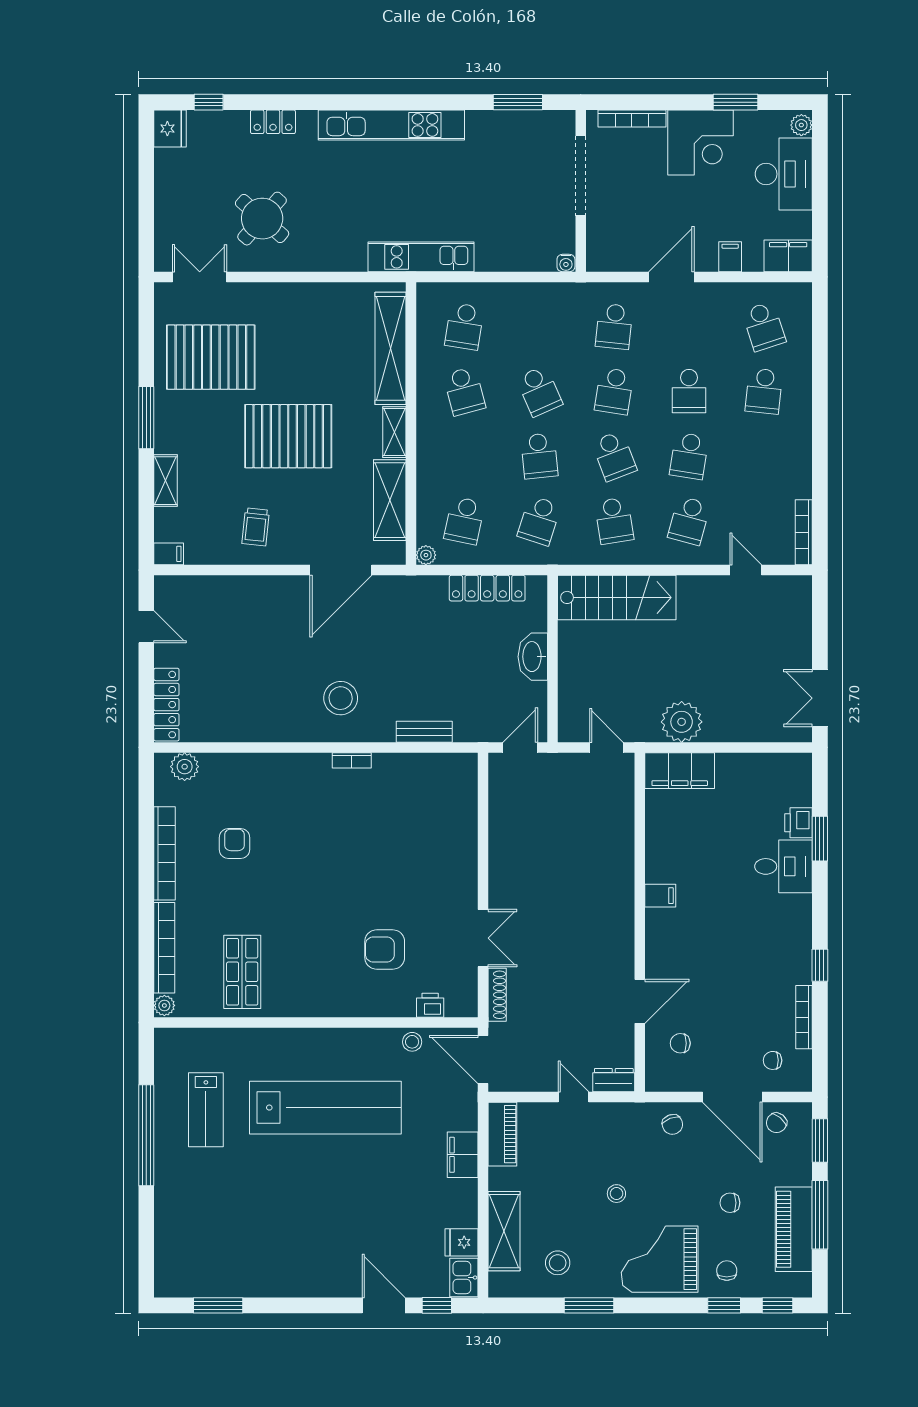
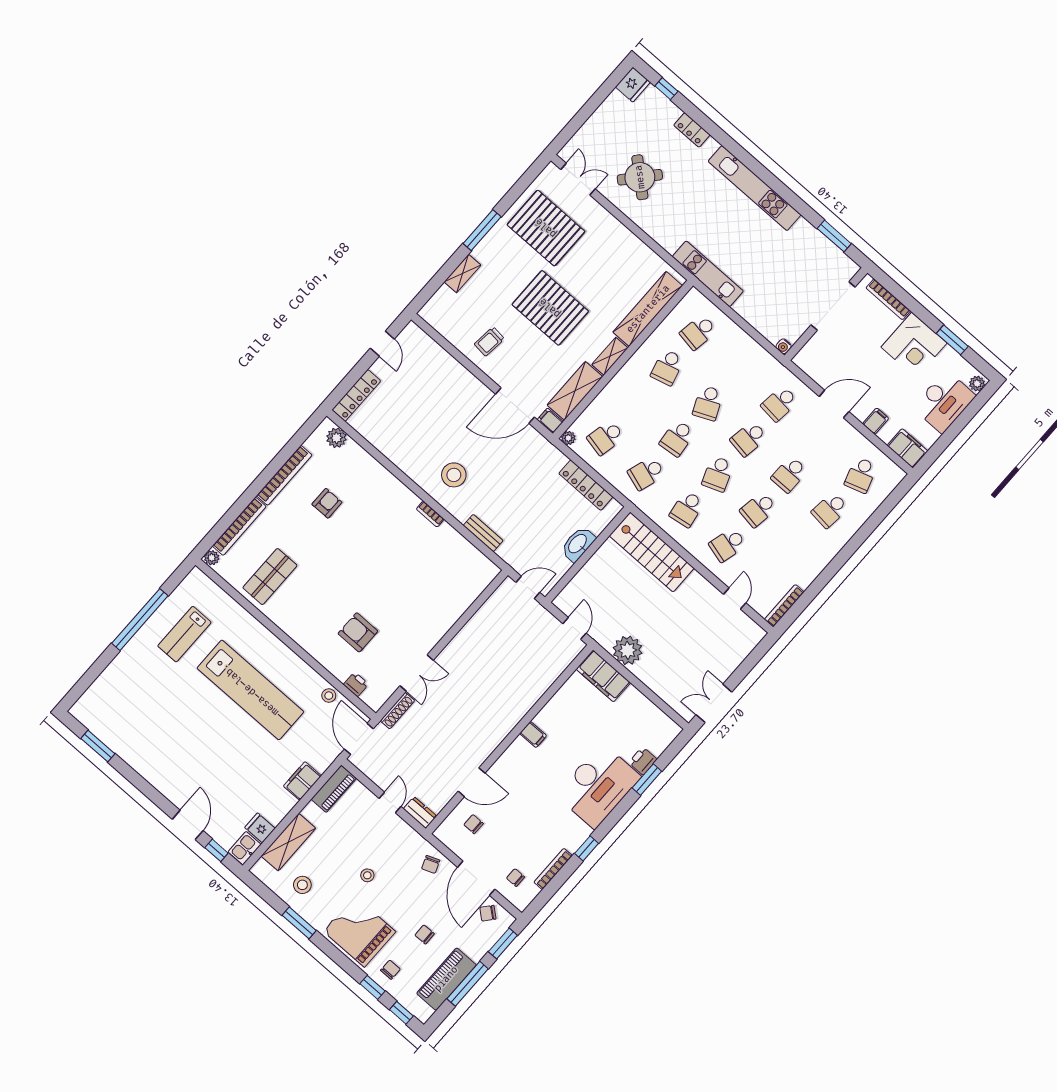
filing cabinet: (169, 554) -> (550, 421), moved, turned 180
desk: (783, 866) -> (598, 786), width x1.87, depth x1.30

